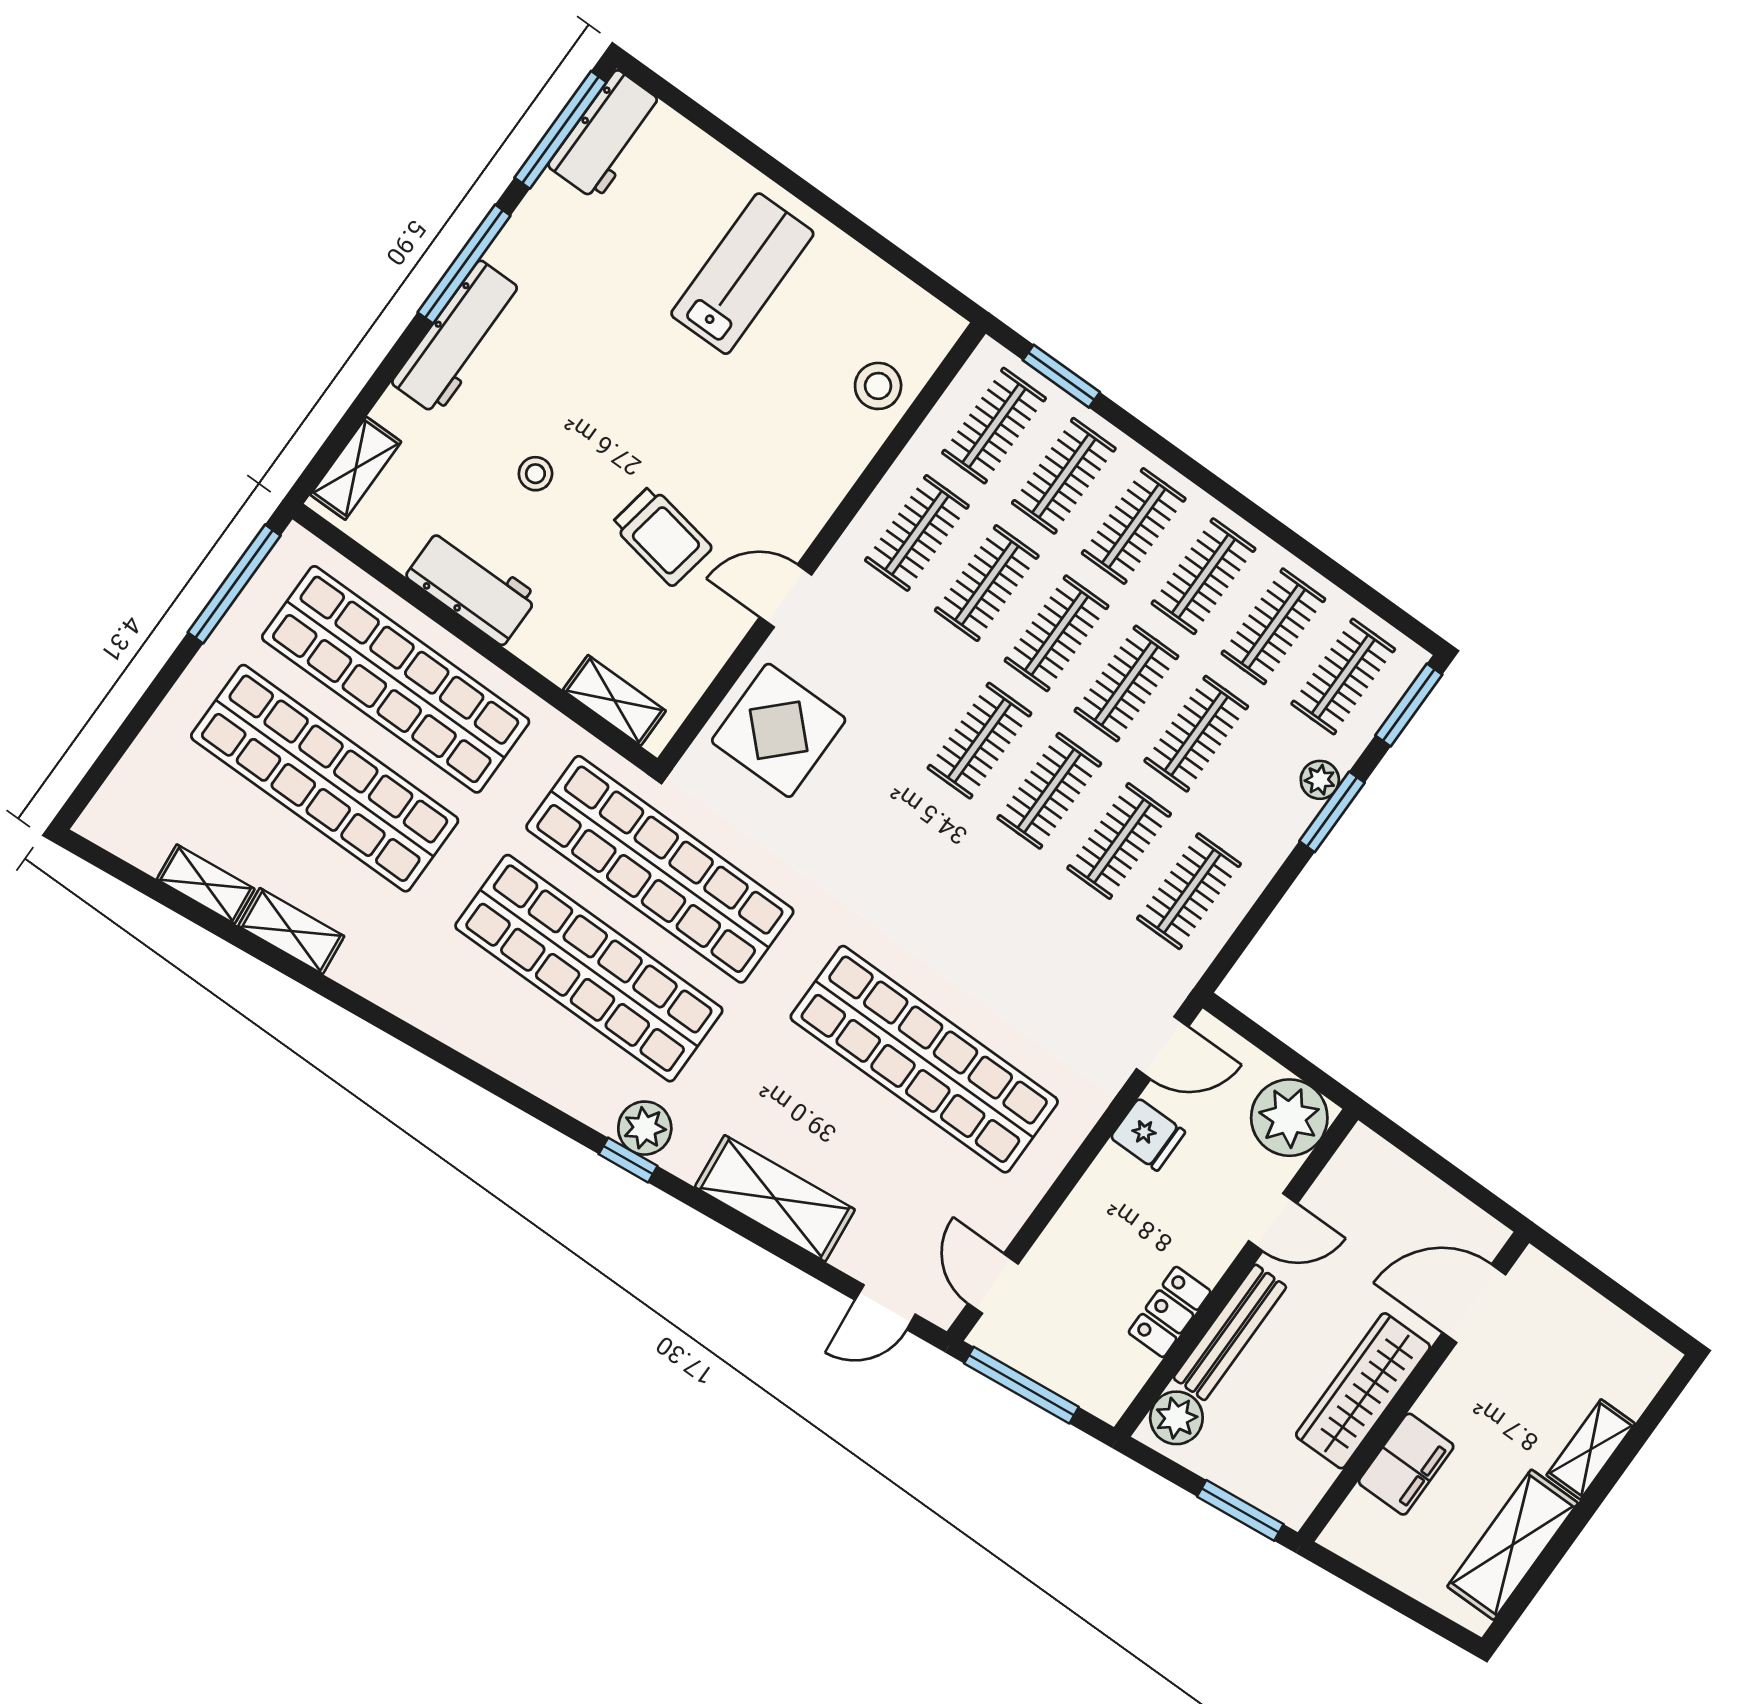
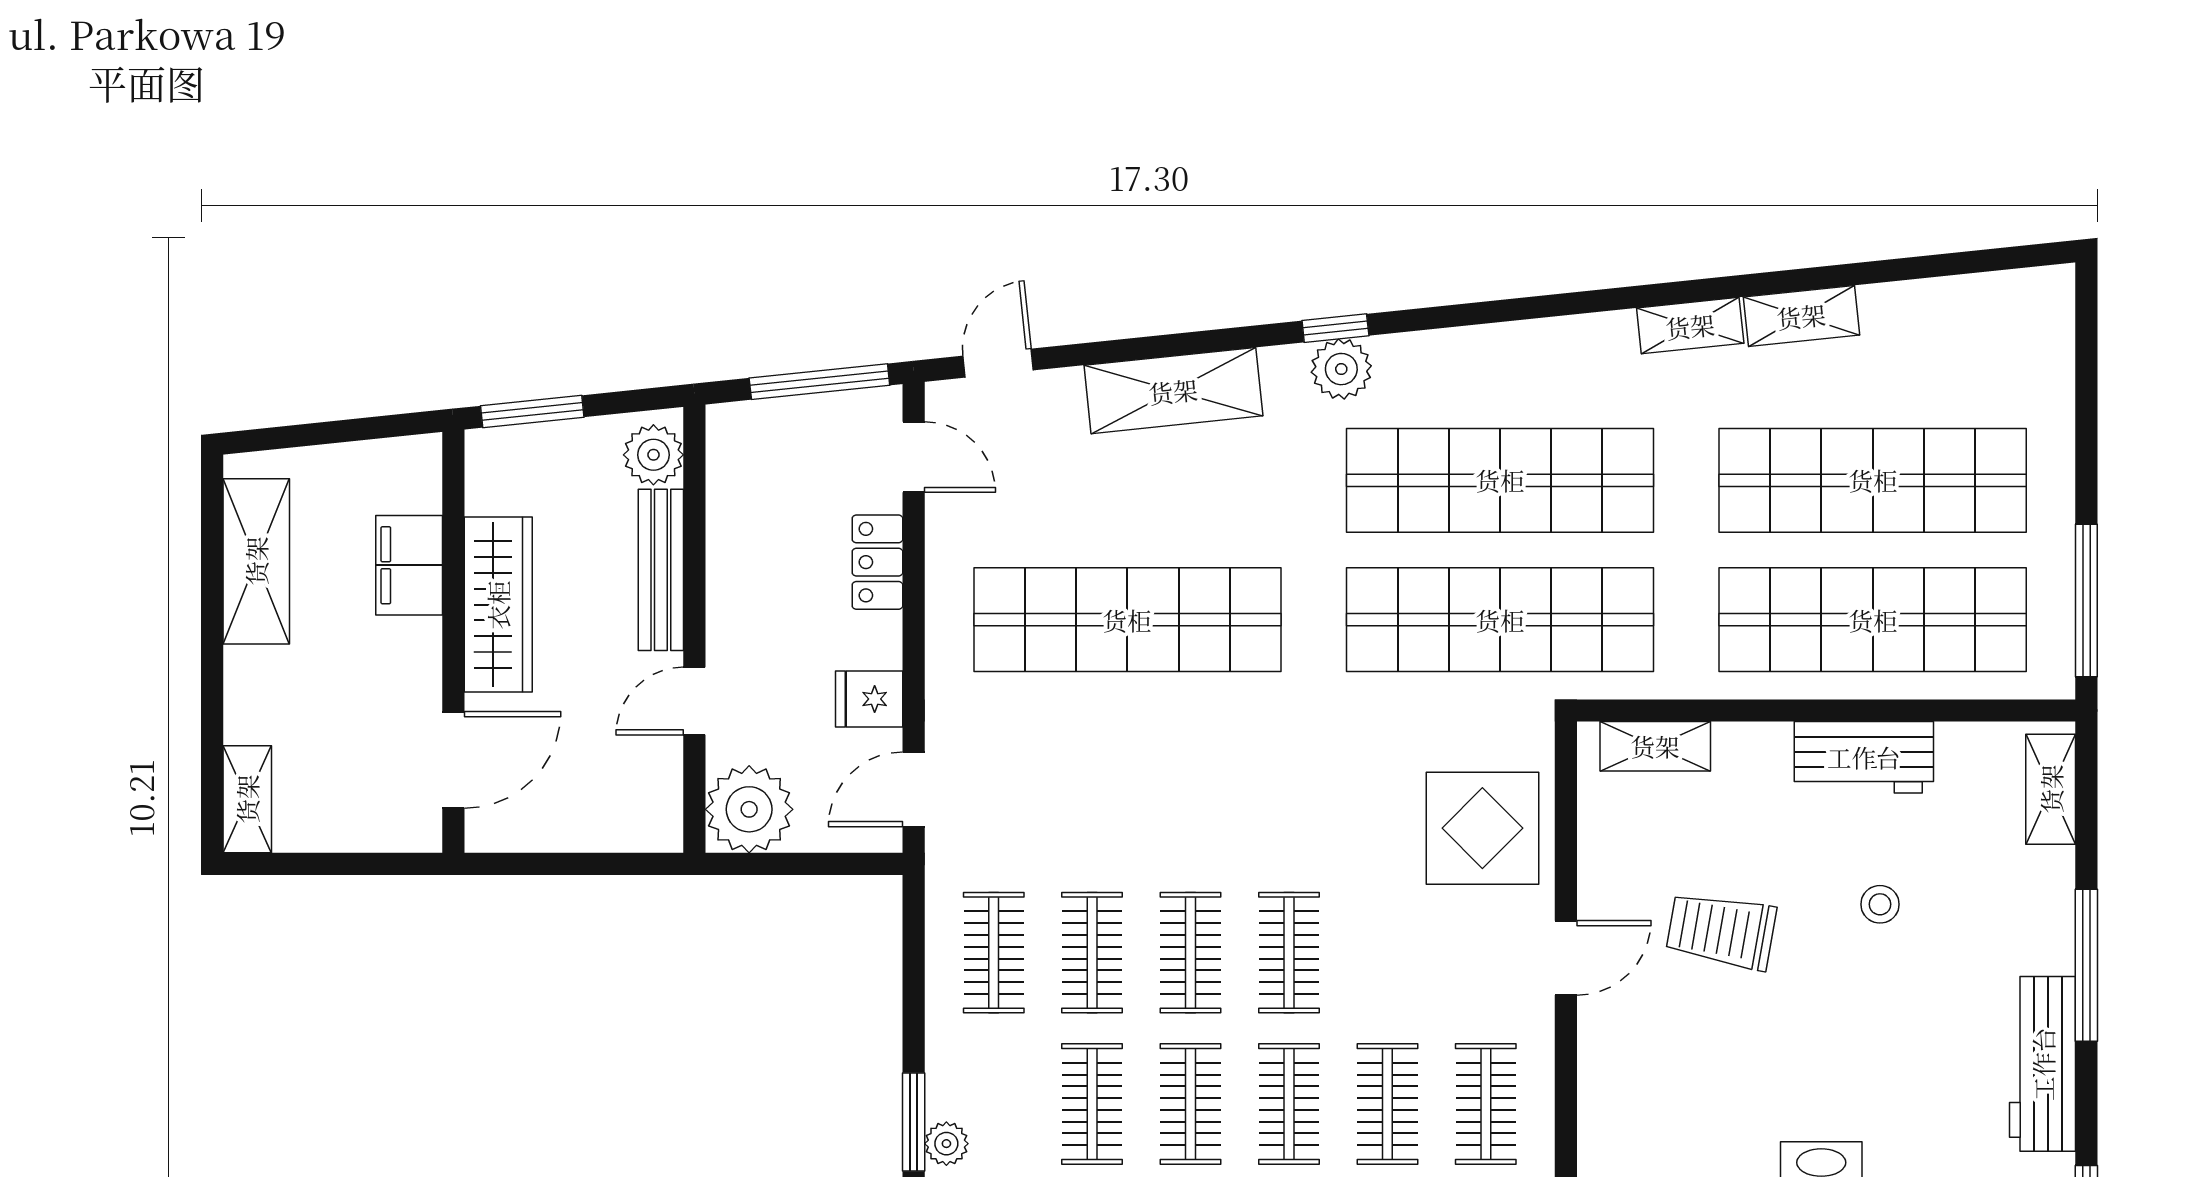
window: (464, 264) -> (2086, 965), moved
workbench: (458, 338) -> (2043, 1064), moved
shelving: (206, 884) -> (1690, 326), moved
locker: (1170, 1312) -> (877, 562), moved, turned 180
shelving: (1591, 1449) -> (247, 799), moved

